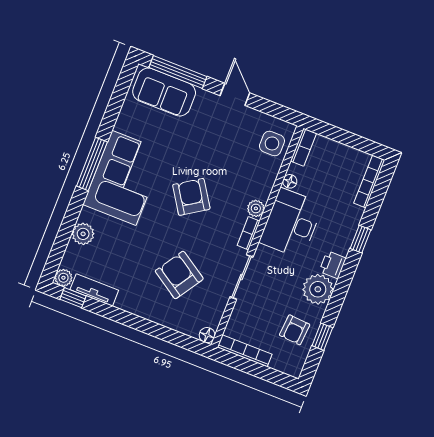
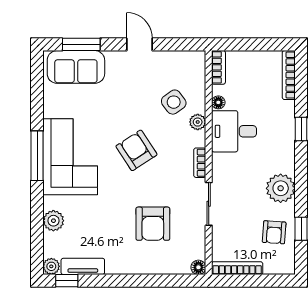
window: (178, 72) -> (81, 44), width x0.69
side table: (272, 143) -> (174, 102), moved, turned -36
plant: (256, 208) -> (198, 122), moved
desk: (291, 223) -> (234, 131), width x0.73
printer: (333, 265) -> (285, 161), removed
armchair: (179, 275) -> (153, 224), turned -123

